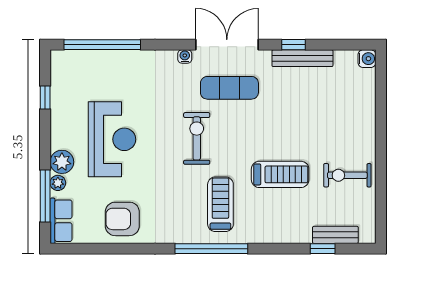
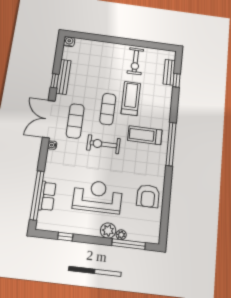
exercise mat: (257, 138) -> (108, 109), added
row of seats: (61, 221) -> (47, 196), moved, turned 90

